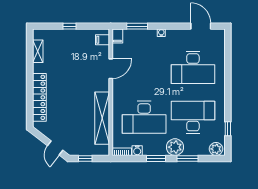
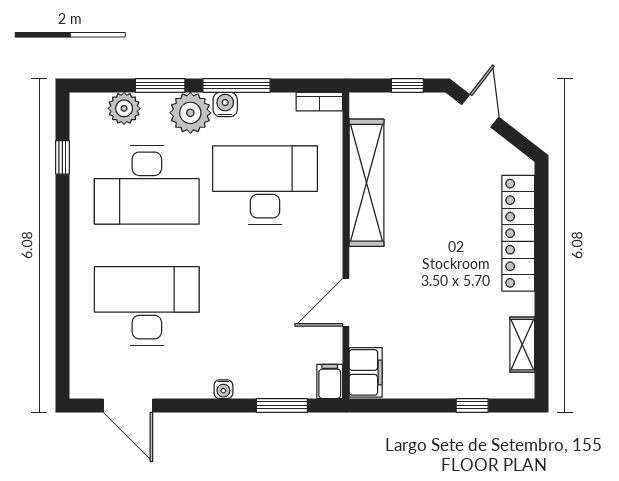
window: (70, 26) -> (472, 405), moved
filing cabinet: (102, 40) -> (366, 372), width x2.00
plant: (216, 149) -> (124, 108), moved
water cooler: (137, 151) -> (225, 104), moved
window: (156, 158) -> (237, 85), width x1.44

